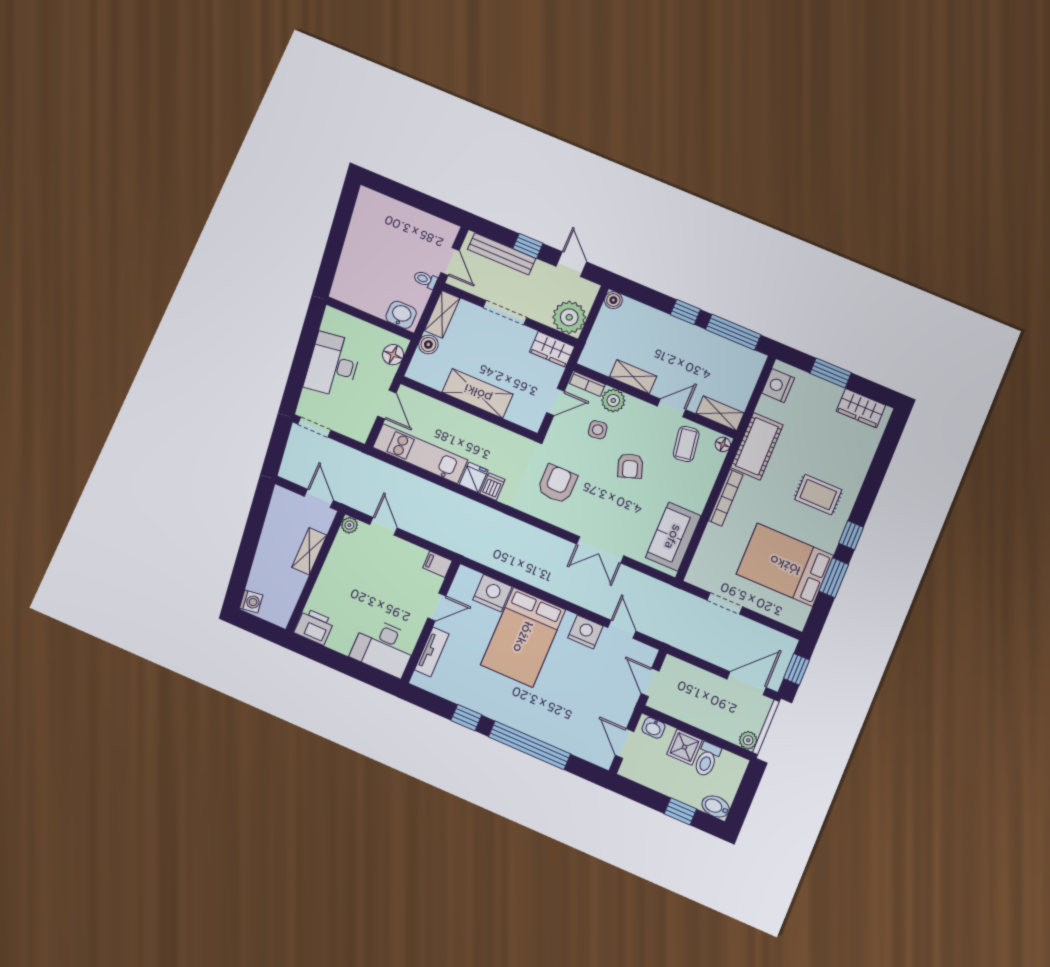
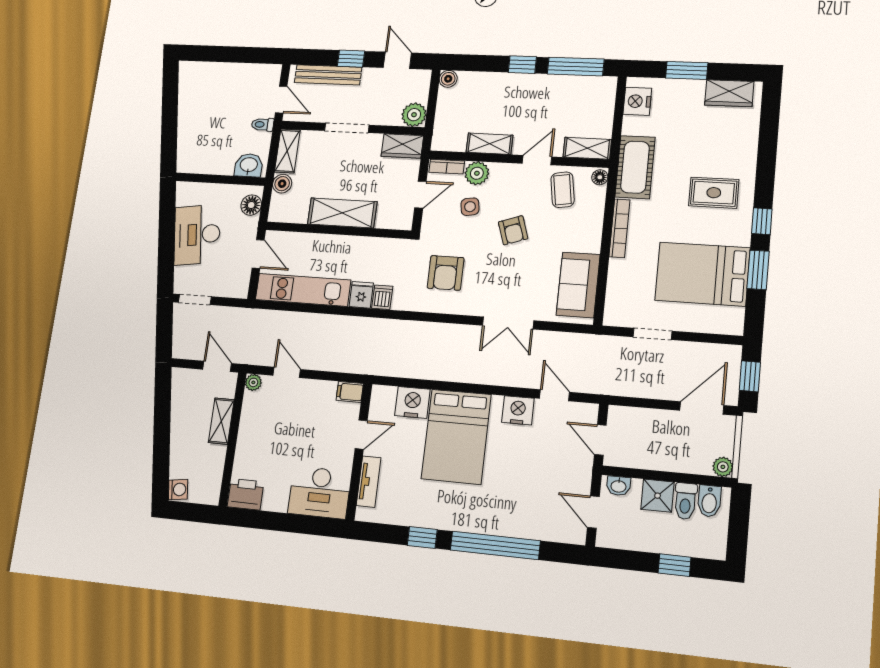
plant: (569, 317) -> (414, 115), width x0.73, depth x0.73
armchair: (557, 484) -> (446, 273), turned 180
bidet: (716, 807) -> (709, 501), moved, turned -90

